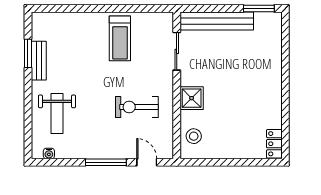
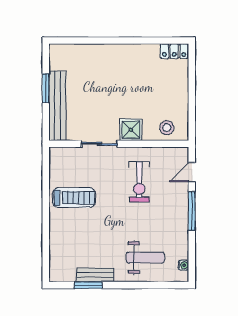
window: (259, 9) -> (46, 88), moved
sliding door: (177, 51) -> (99, 144), moved

